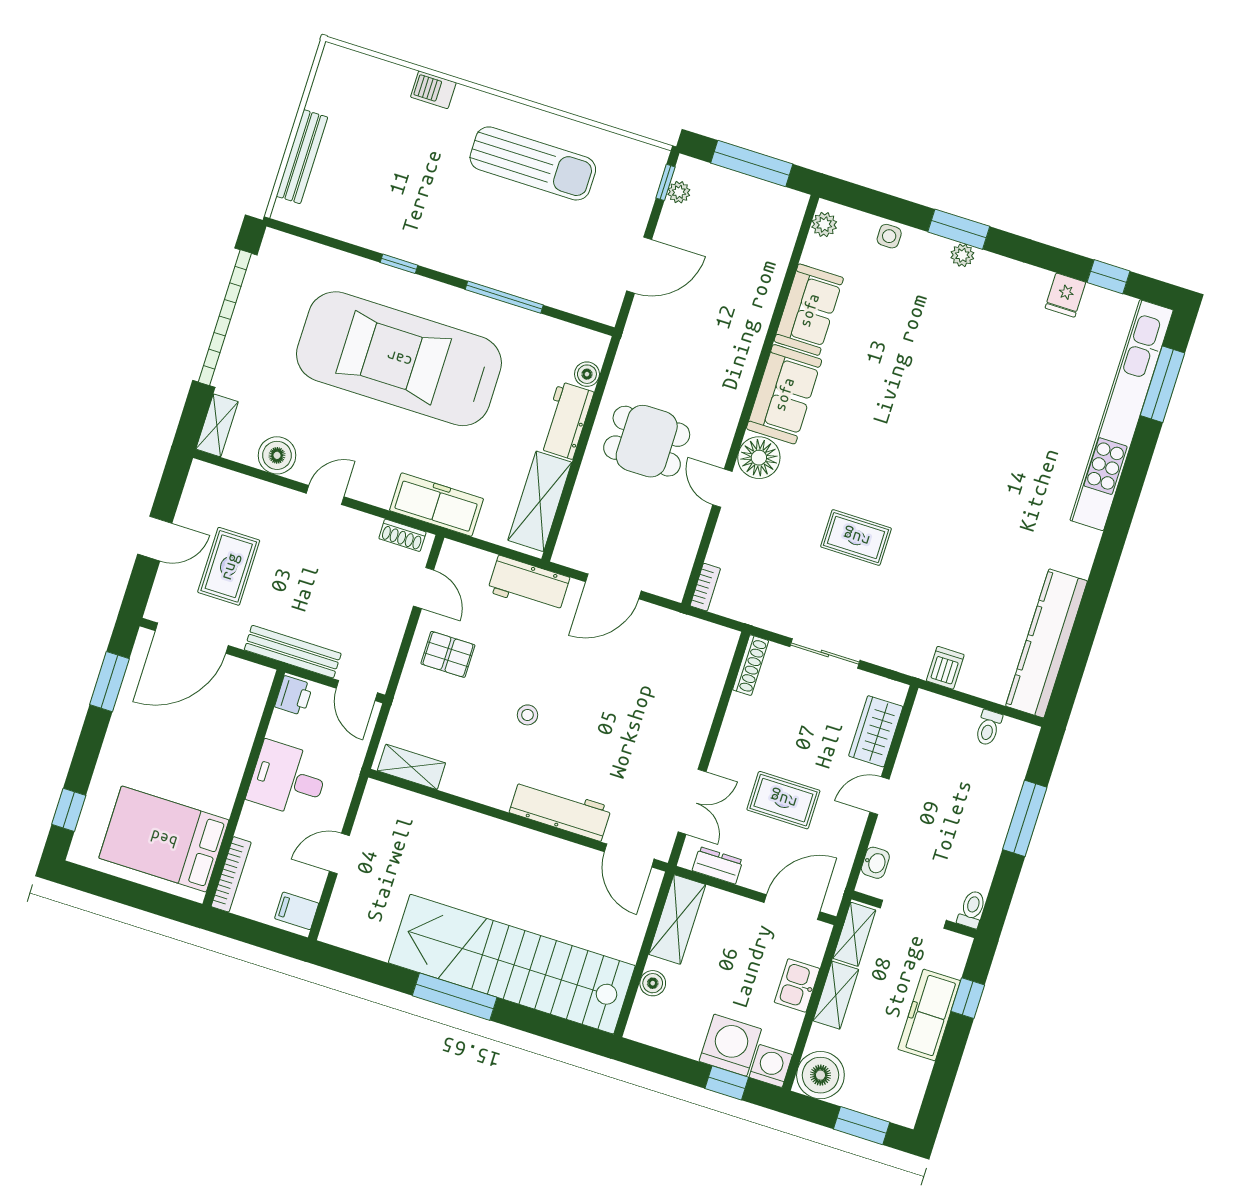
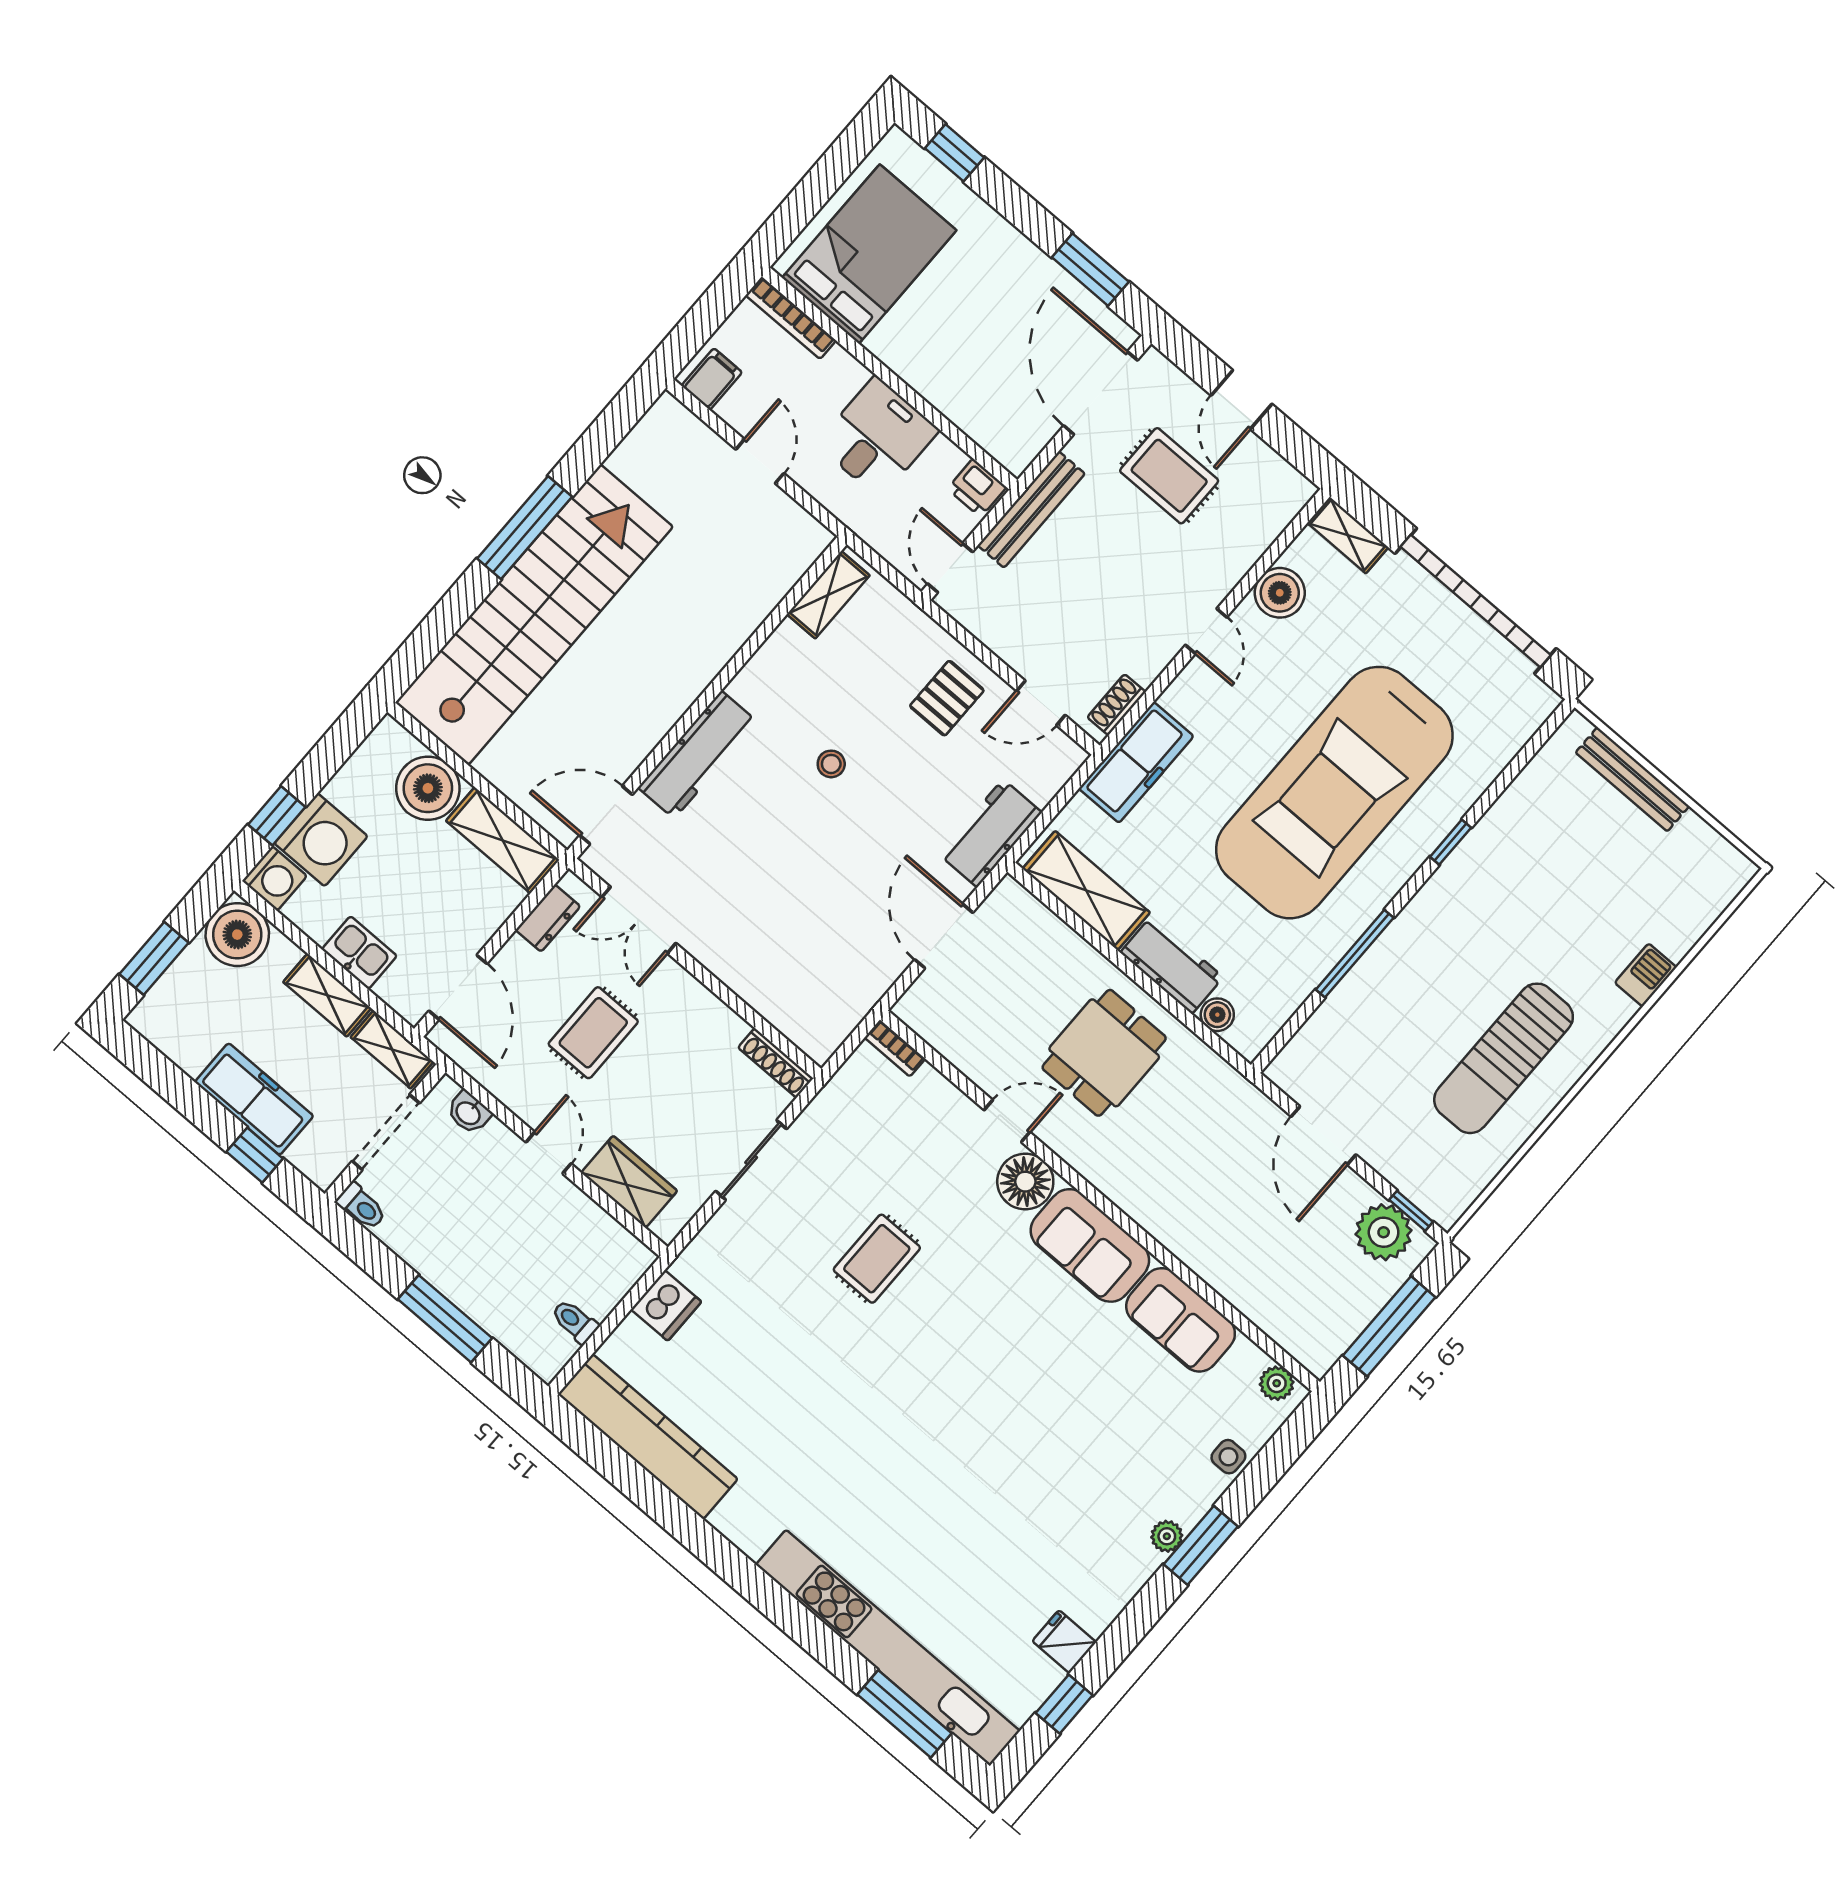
plant: (679, 192) -> (1384, 1232), width x1.87, depth x1.87
car: (399, 359) -> (1334, 793), turned 180
dishwasher: (945, 668) -> (666, 1305), width x1.38
door: (357, 691) -> (950, 568), hinge flipped
boiler: (653, 983) -> (428, 788), width x1.86, depth x1.86

